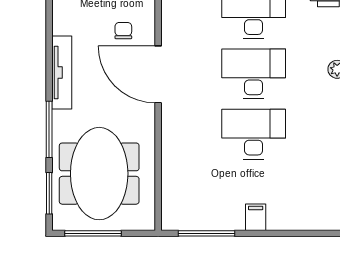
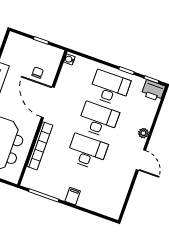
bookcase: (171, 152) -> (40, 146), added

